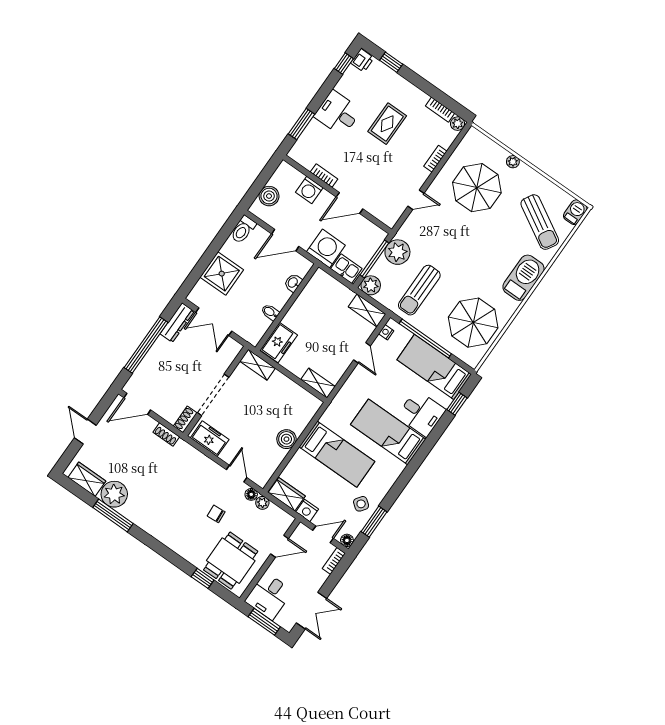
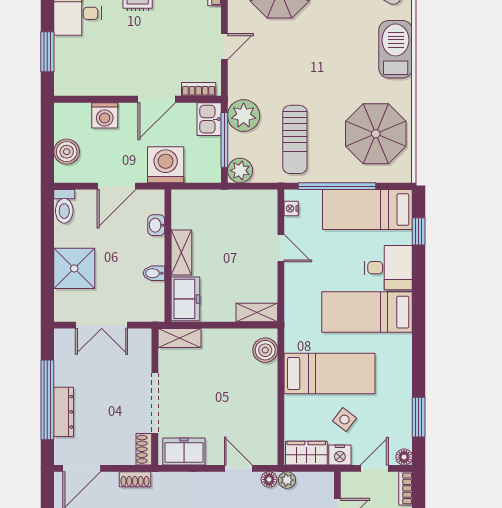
bookcase: (324, 175) -> (199, 89), moved
kitchen sink: (346, 269) -> (209, 119), moved, turned -90
shelving: (367, 310) -> (181, 252), moved, turned 90
dresser: (177, 323) -> (64, 412), moved
boiler: (286, 439) -> (265, 350), moved
side table: (361, 504) -> (344, 420), moved

